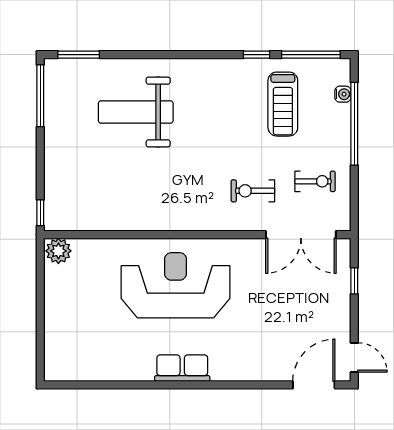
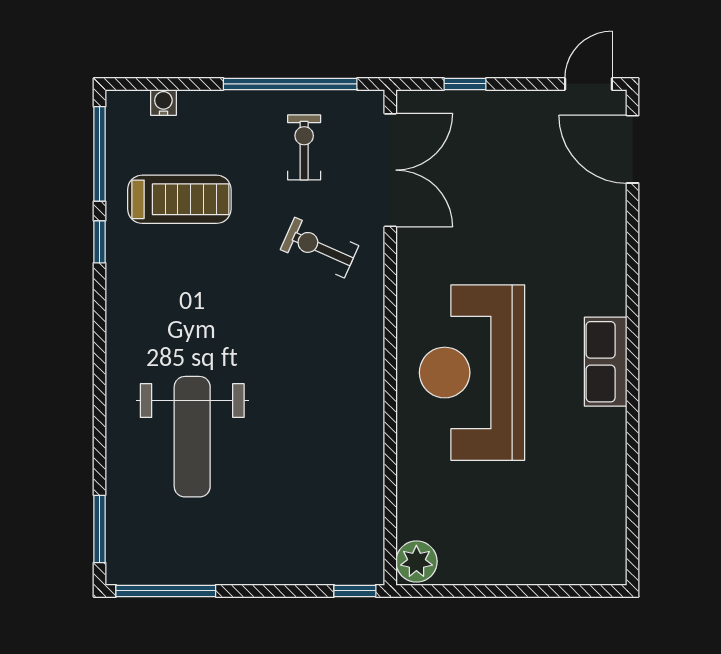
window: (354, 124) -> (290, 84), moved
exercise bike: (253, 191) -> (319, 248), turned 114

